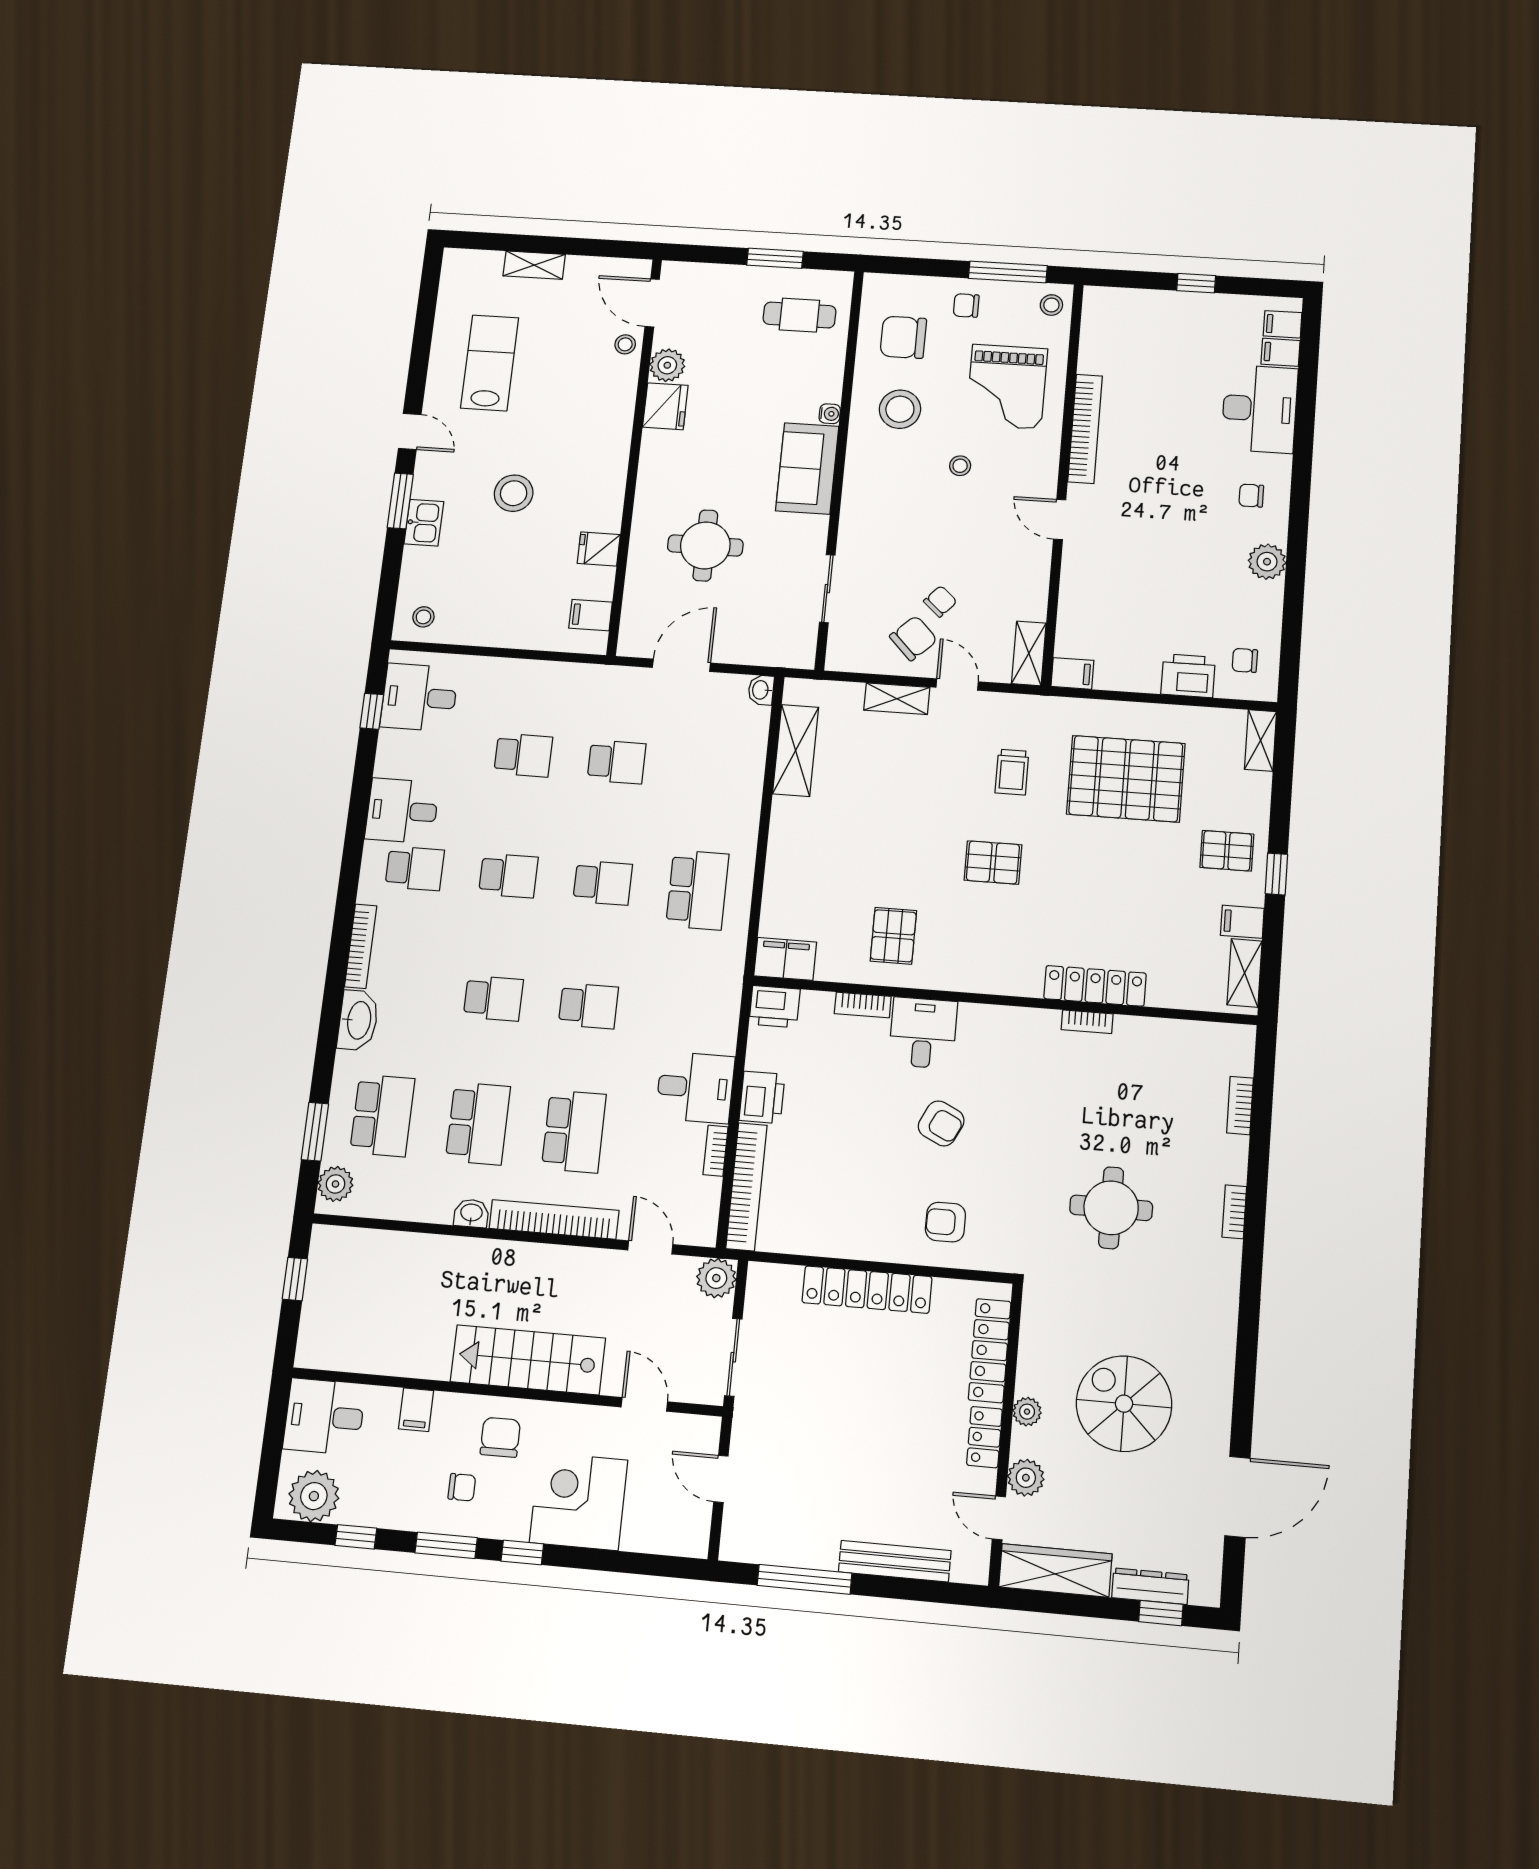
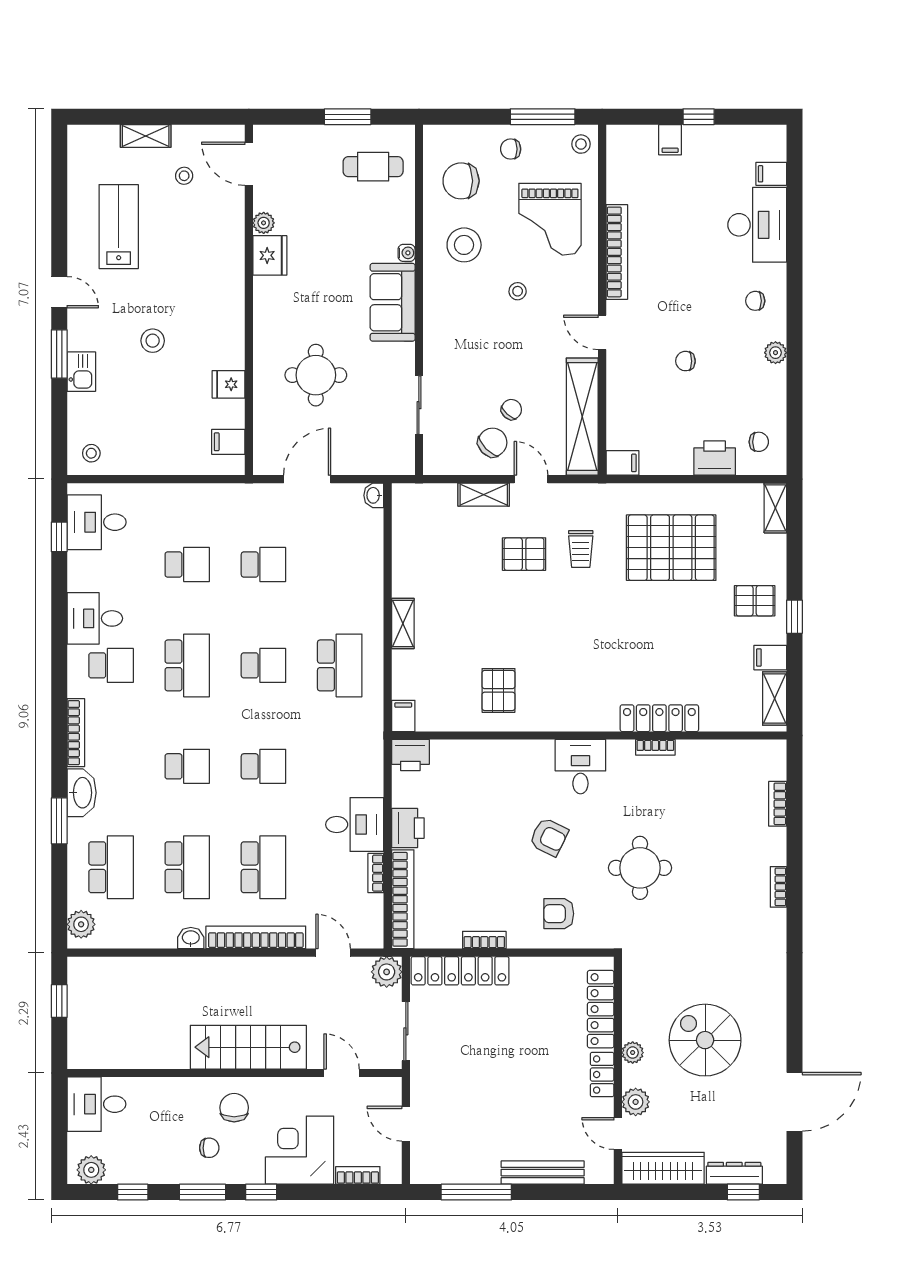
filing cabinet: (1283, 324) -> (670, 140), moved, turned -90
stool: (625, 344) -> (184, 176), moved
plant: (667, 365) -> (264, 223), width x0.73, depth x0.73
stool: (514, 493) -> (153, 341), width x0.73, depth x0.73
chair: (1160, 559) -> (685, 361), added
plant: (1267, 562) -> (775, 353), width x0.73, depth x0.73
shelving: (1029, 653) -> (582, 417), width x2.20, depth x1.33
chair: (1245, 660) -> (759, 442), turned 180
shelving: (796, 750) -> (403, 623), moved, width x0.67, depth x0.75
pallet: (993, 862) -> (524, 554), moved
school desk: (508, 876) -> (187, 665), width x1.85
filing cabinet: (785, 959) -> (403, 716), width x0.50
bookcase: (863, 1005) -> (484, 940), moved, turned 180
desk: (923, 1033) -> (580, 767), moved
window: (315, 1132) -> (59, 821), moved
round table: (1111, 1208) -> (640, 868), moved
locker: (867, 1290) -> (460, 971), moved
filing cabinet: (416, 1410) -> (167, 1093), removed
plant: (314, 1496) -> (91, 1170), width x0.73, depth x0.73
bookcase: (651, 1542) -> (358, 1175), added

